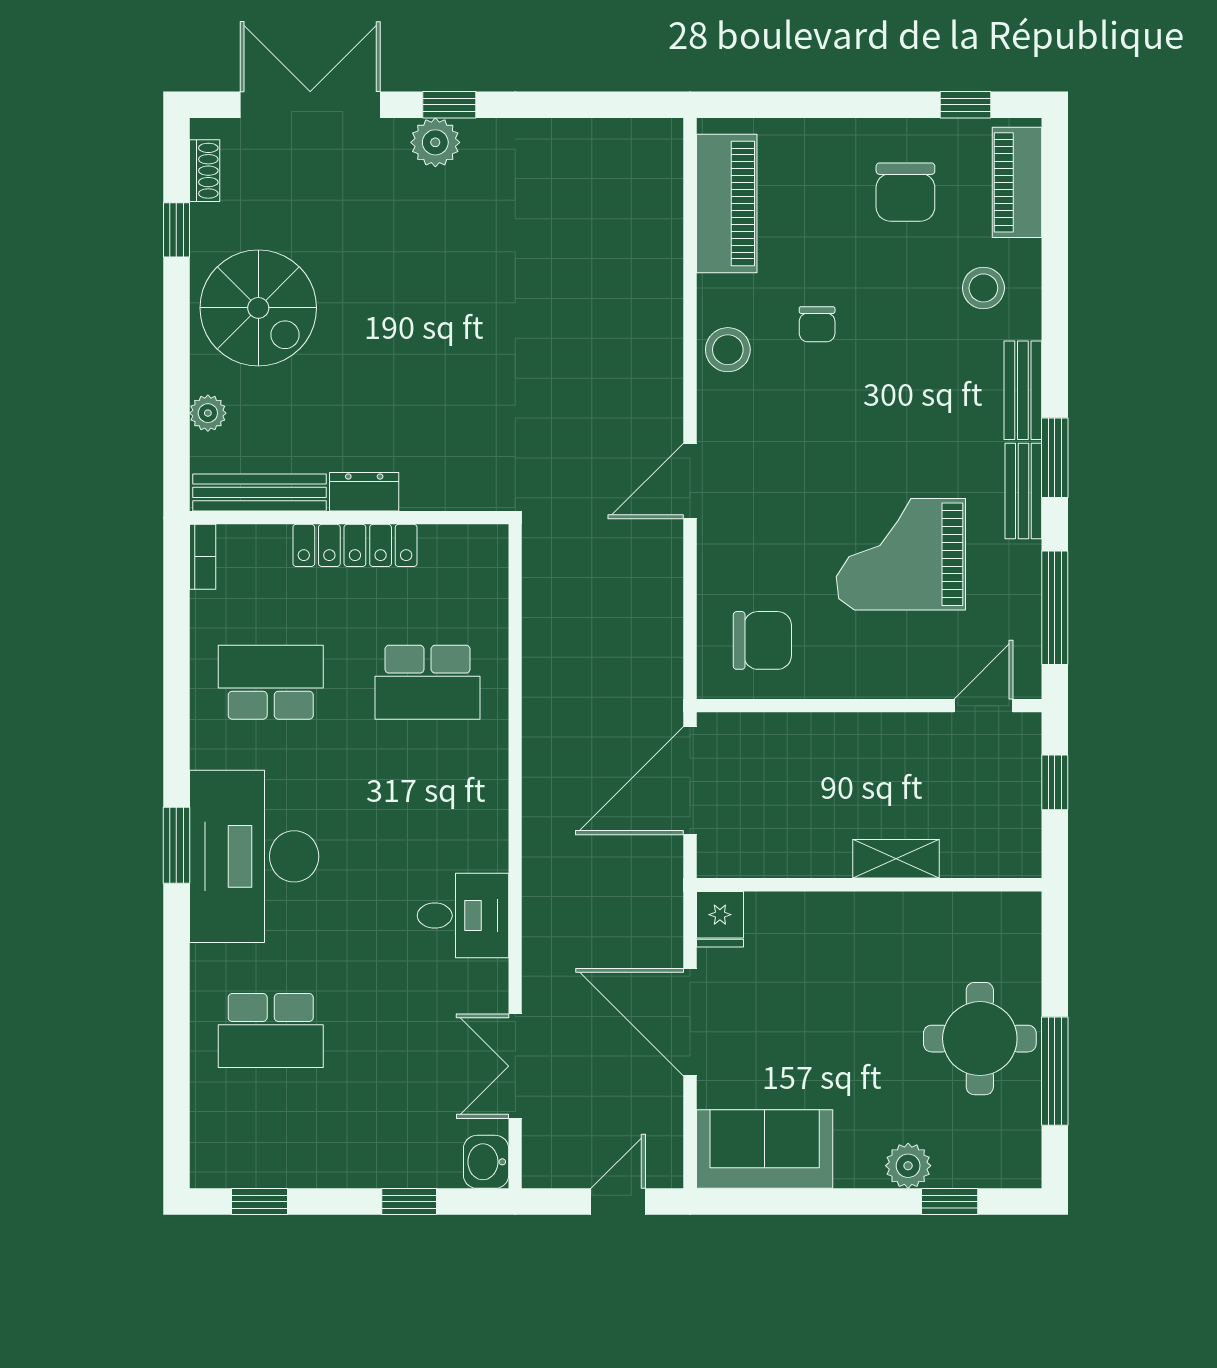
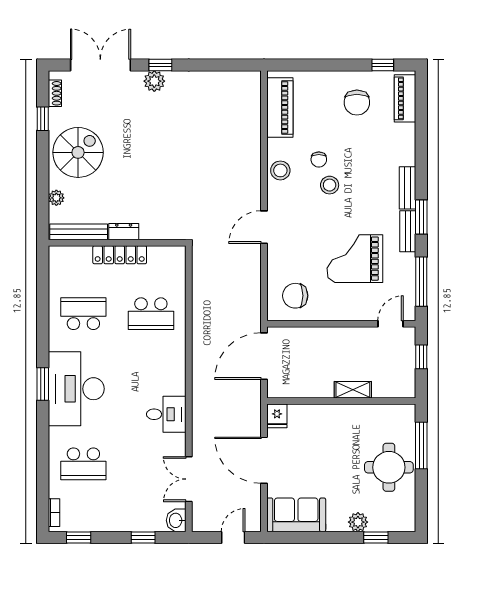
stool: (983, 288) -> (330, 185), moved
spiral stairs: (258, 308) -> (78, 152), turned -90
bookcase: (203, 557) -> (54, 513), moved
chair: (762, 640) -> (295, 296), turned 180
window: (1055, 1071) -> (421, 445), moved

